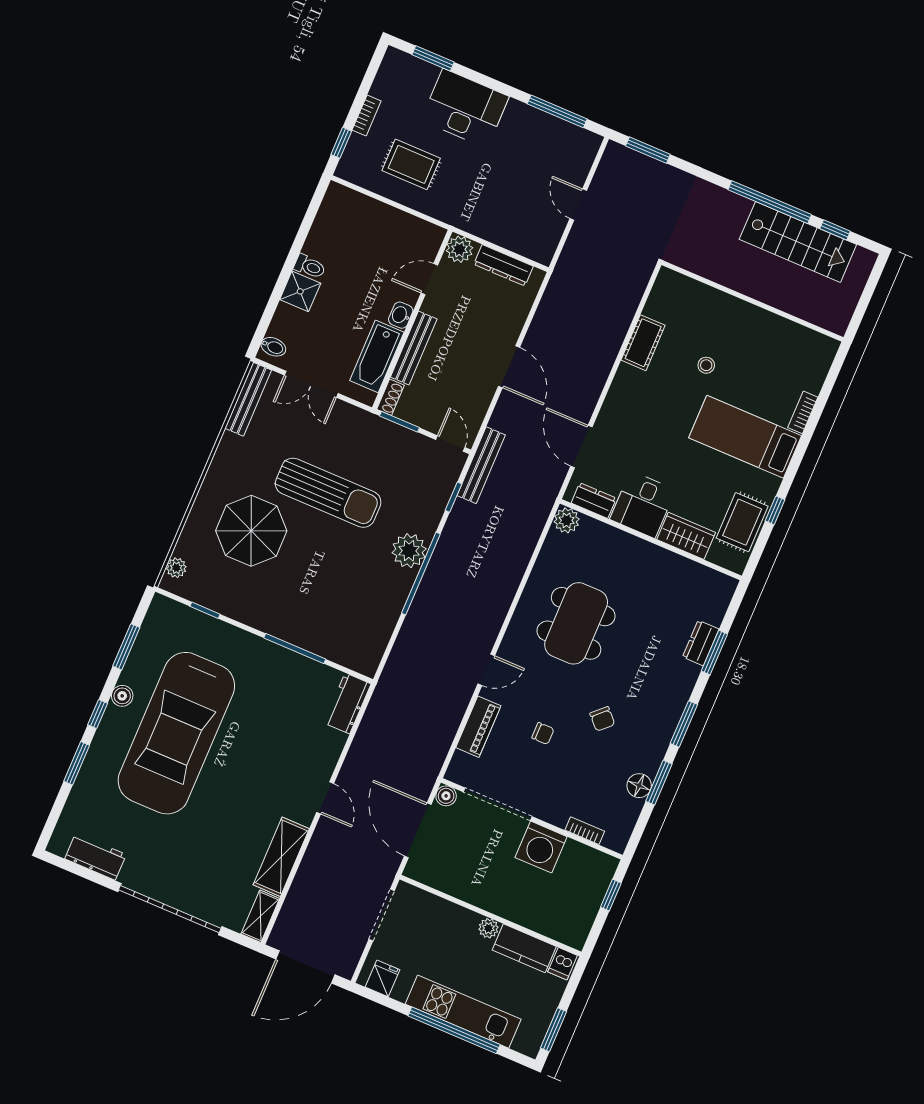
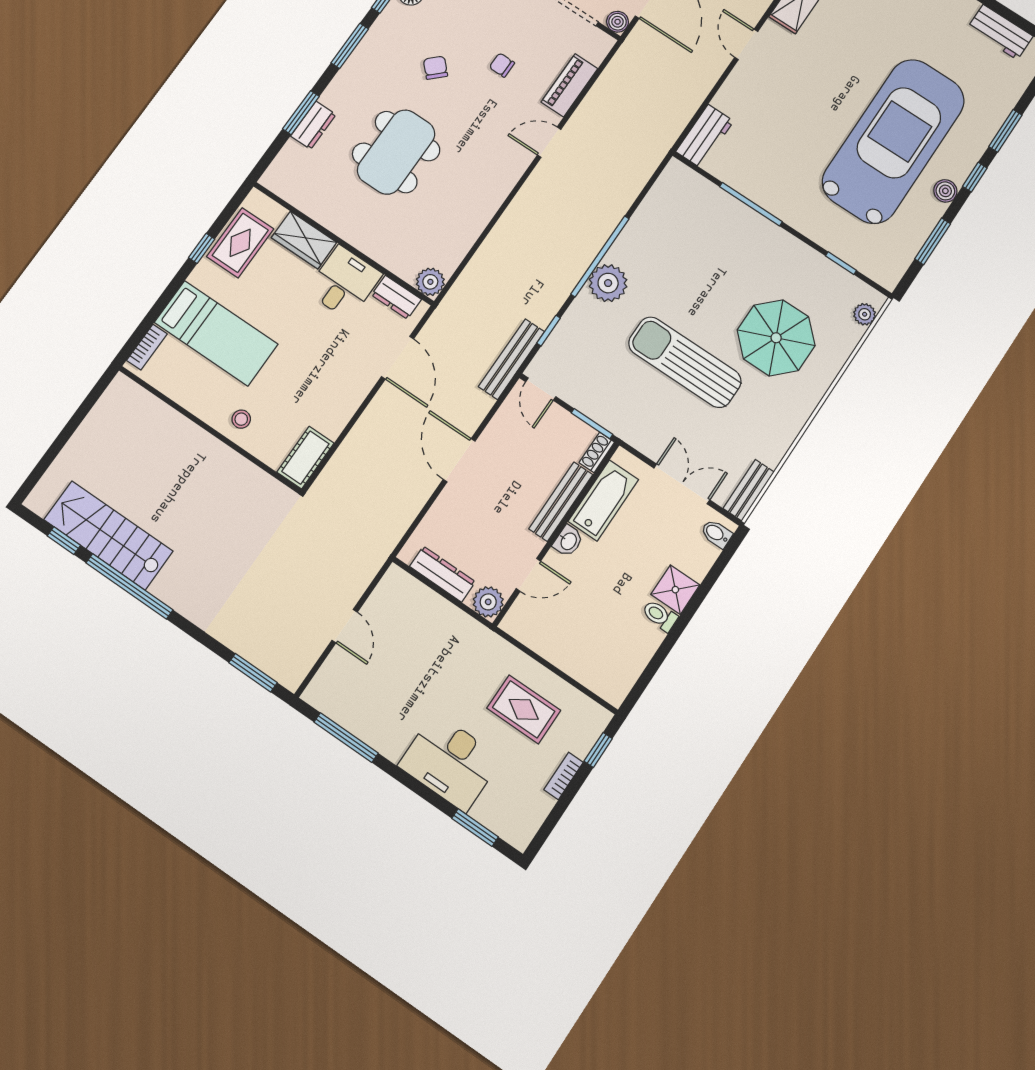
wall: (753, 301) -> (210, 430), moved
bench: (248, 399) -> (749, 490), width x0.73
dining table: (576, 623) -> (396, 152), moved

